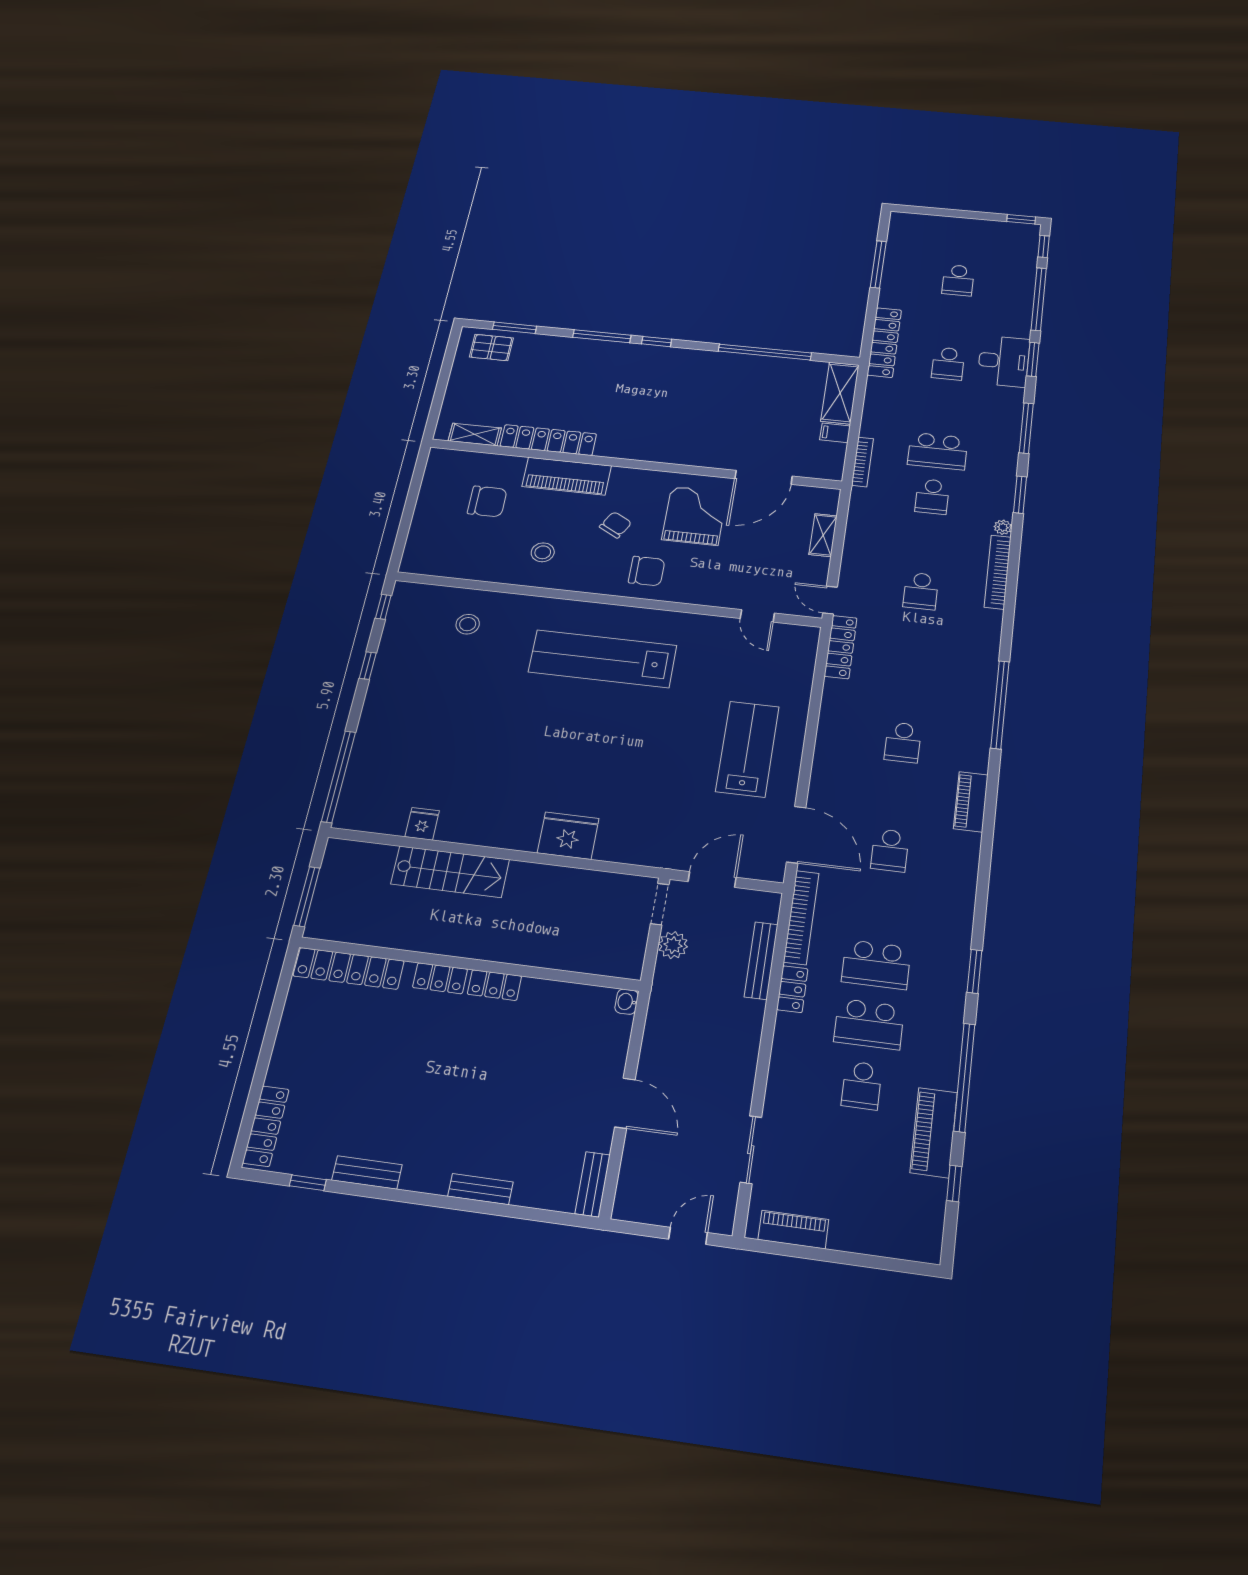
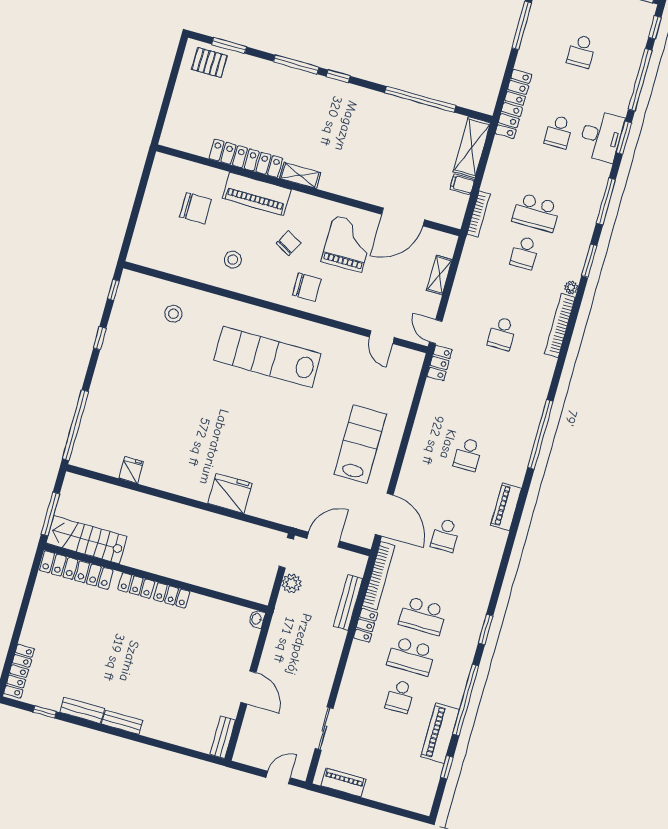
shelving: (475, 434) -> (300, 175), moved
locker: (841, 647) -> (440, 363), width x0.66
stairs: (450, 872) -> (87, 540), moved, turned 180
bench: (480, 1189) -> (122, 722), moved

